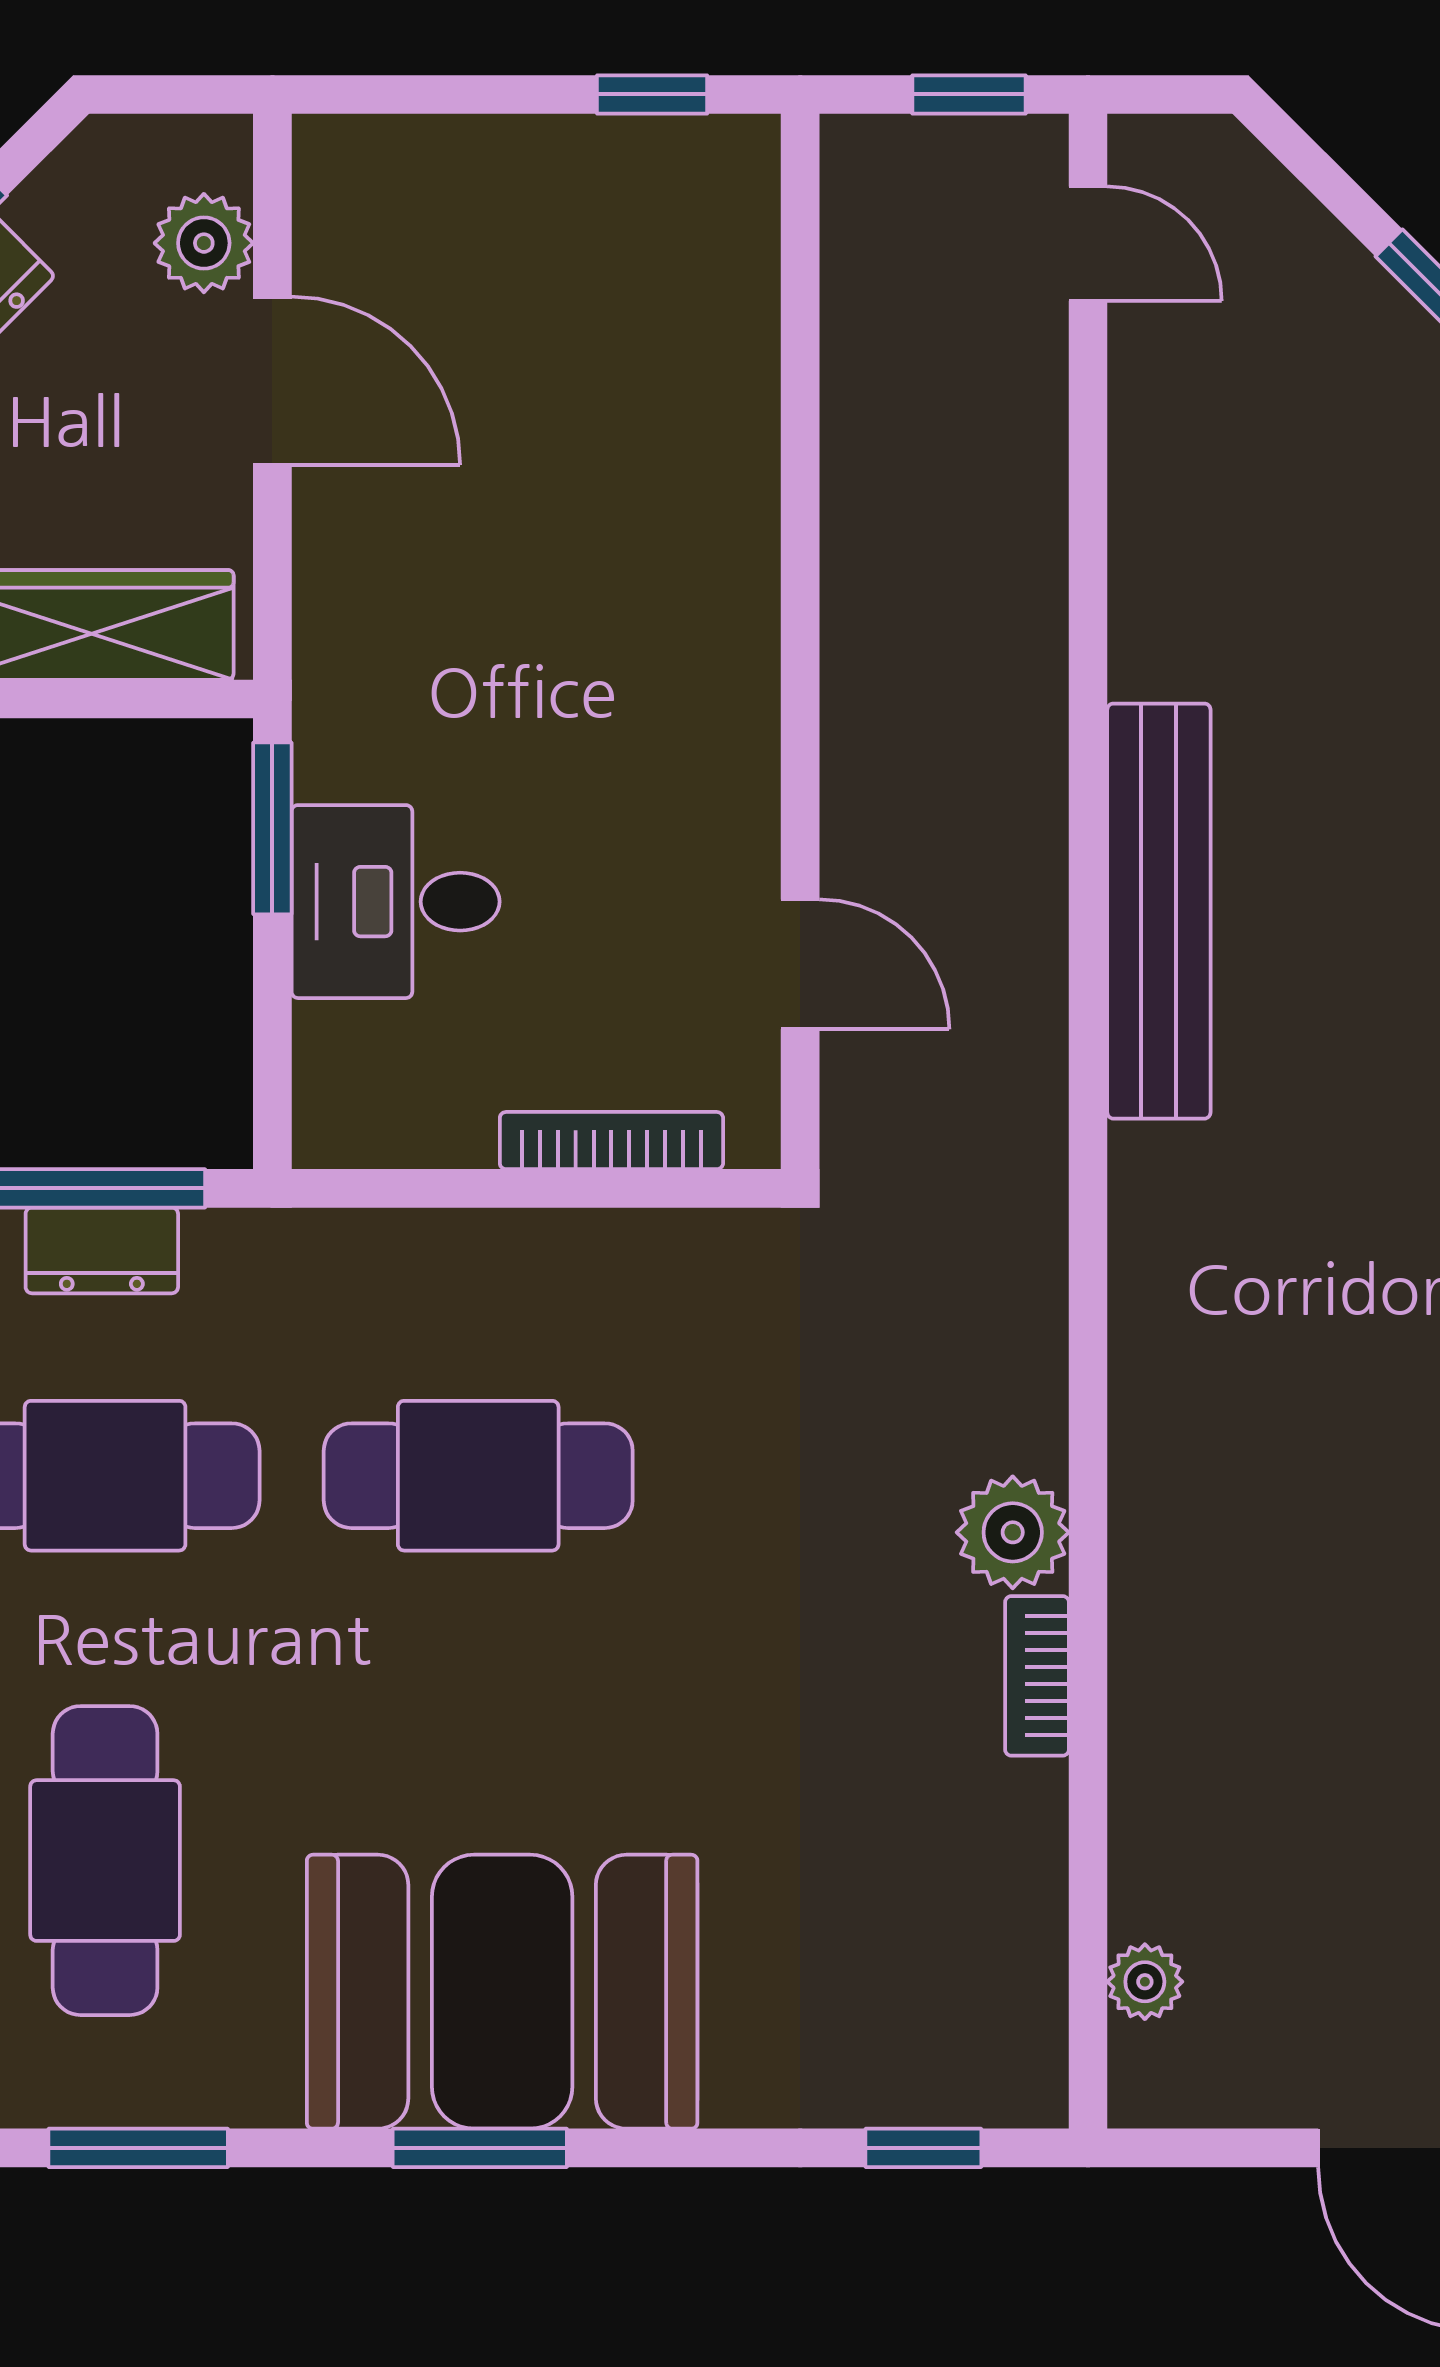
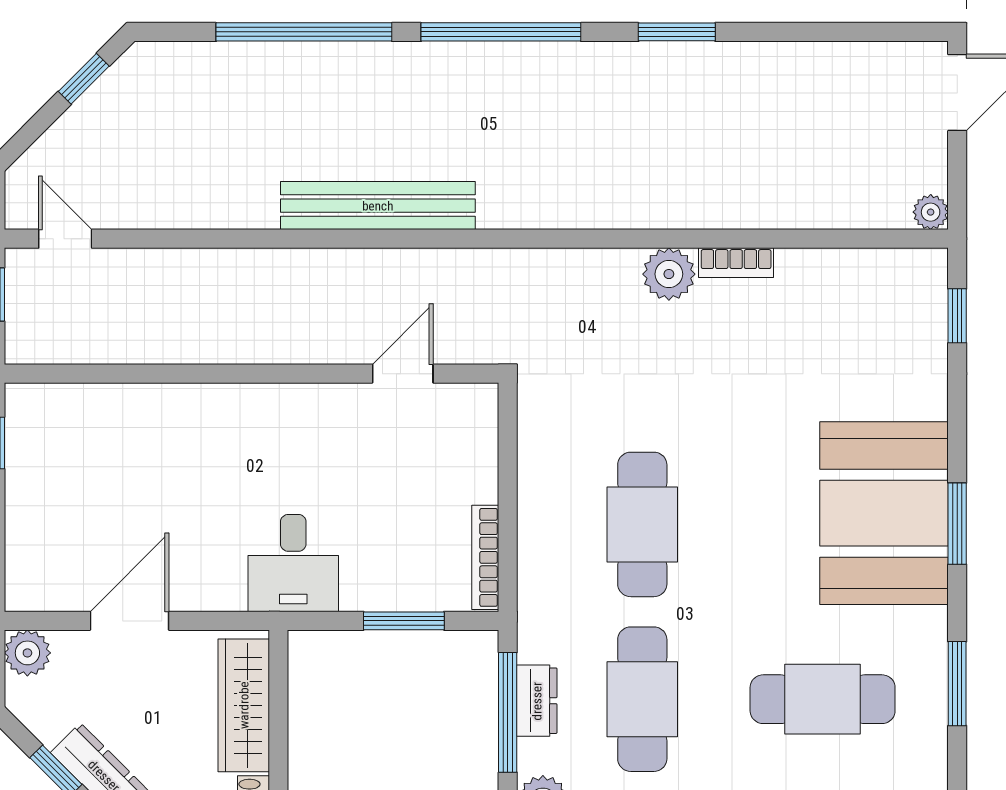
plant: (204, 243) -> (27, 653), moved
door: (1088, 244) -> (65, 239), hinge flipped
window: (272, 828) -> (404, 621), moved
desk: (396, 902) -> (293, 563), moved
bookcase: (611, 1141) -> (485, 557), moved
plant: (1145, 1982) -> (931, 212), moved

